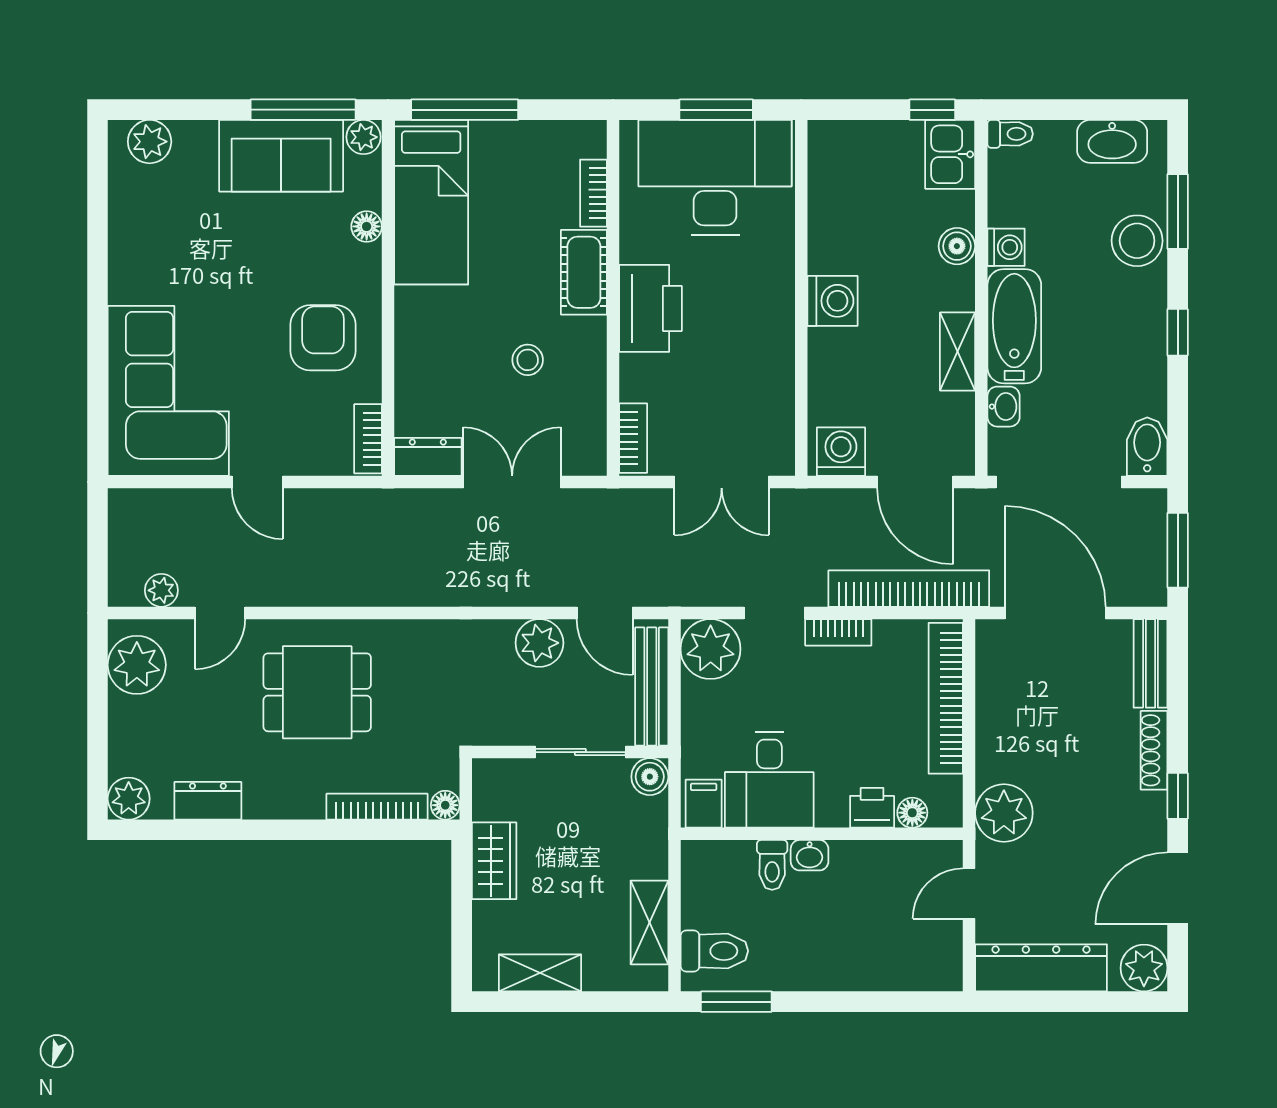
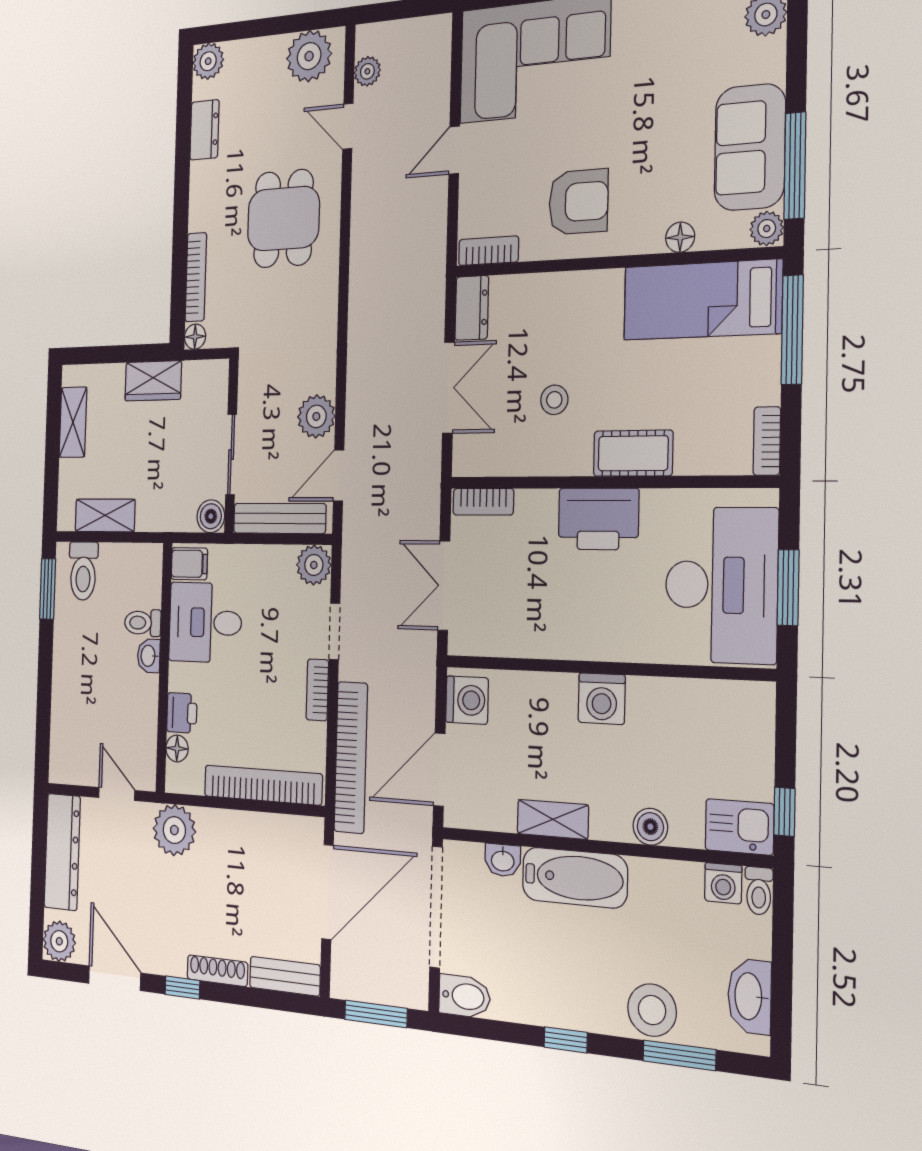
bookcase: (593, 193) -> (767, 441), moved, turned -90
washing machine: (1006, 247) -> (723, 883), moved
plant: (711, 649) -> (314, 565), width x0.73, depth x0.73

